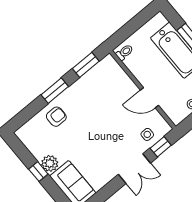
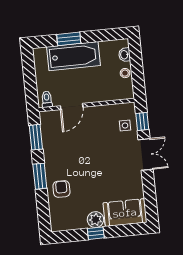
door: (149, 98) -> (72, 107), moved

